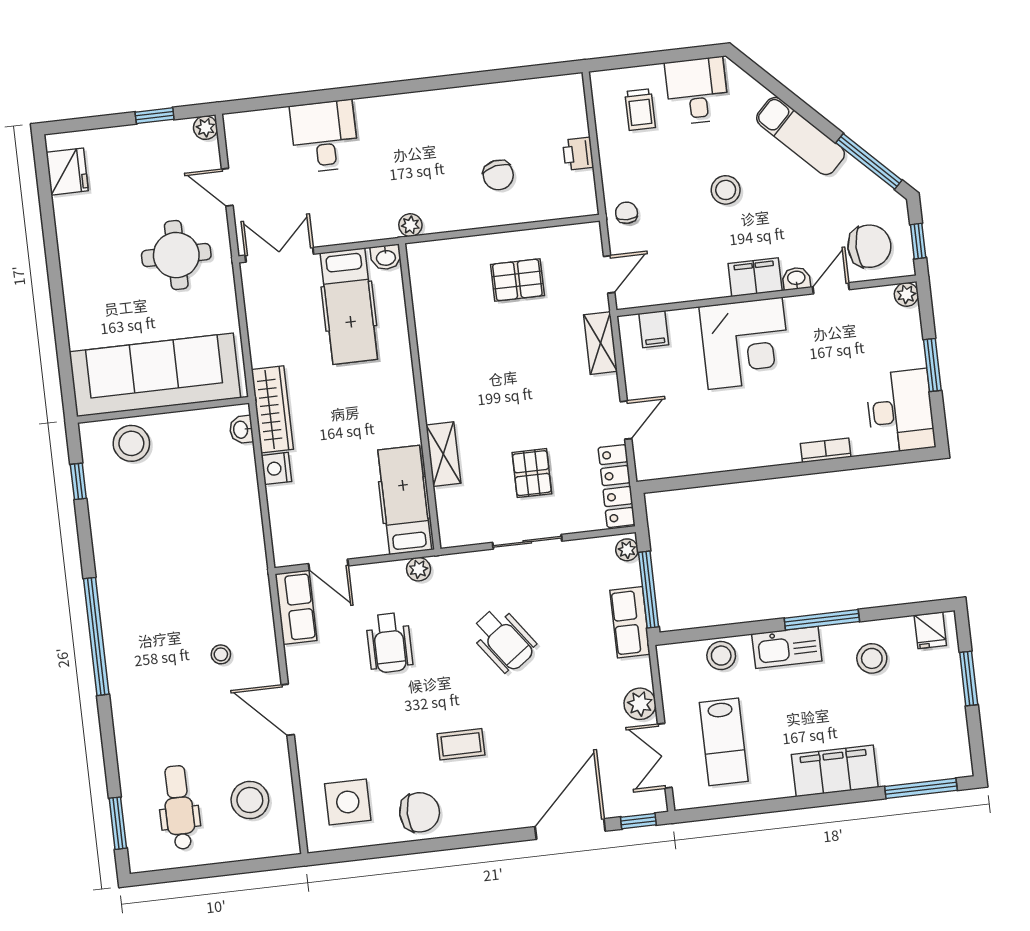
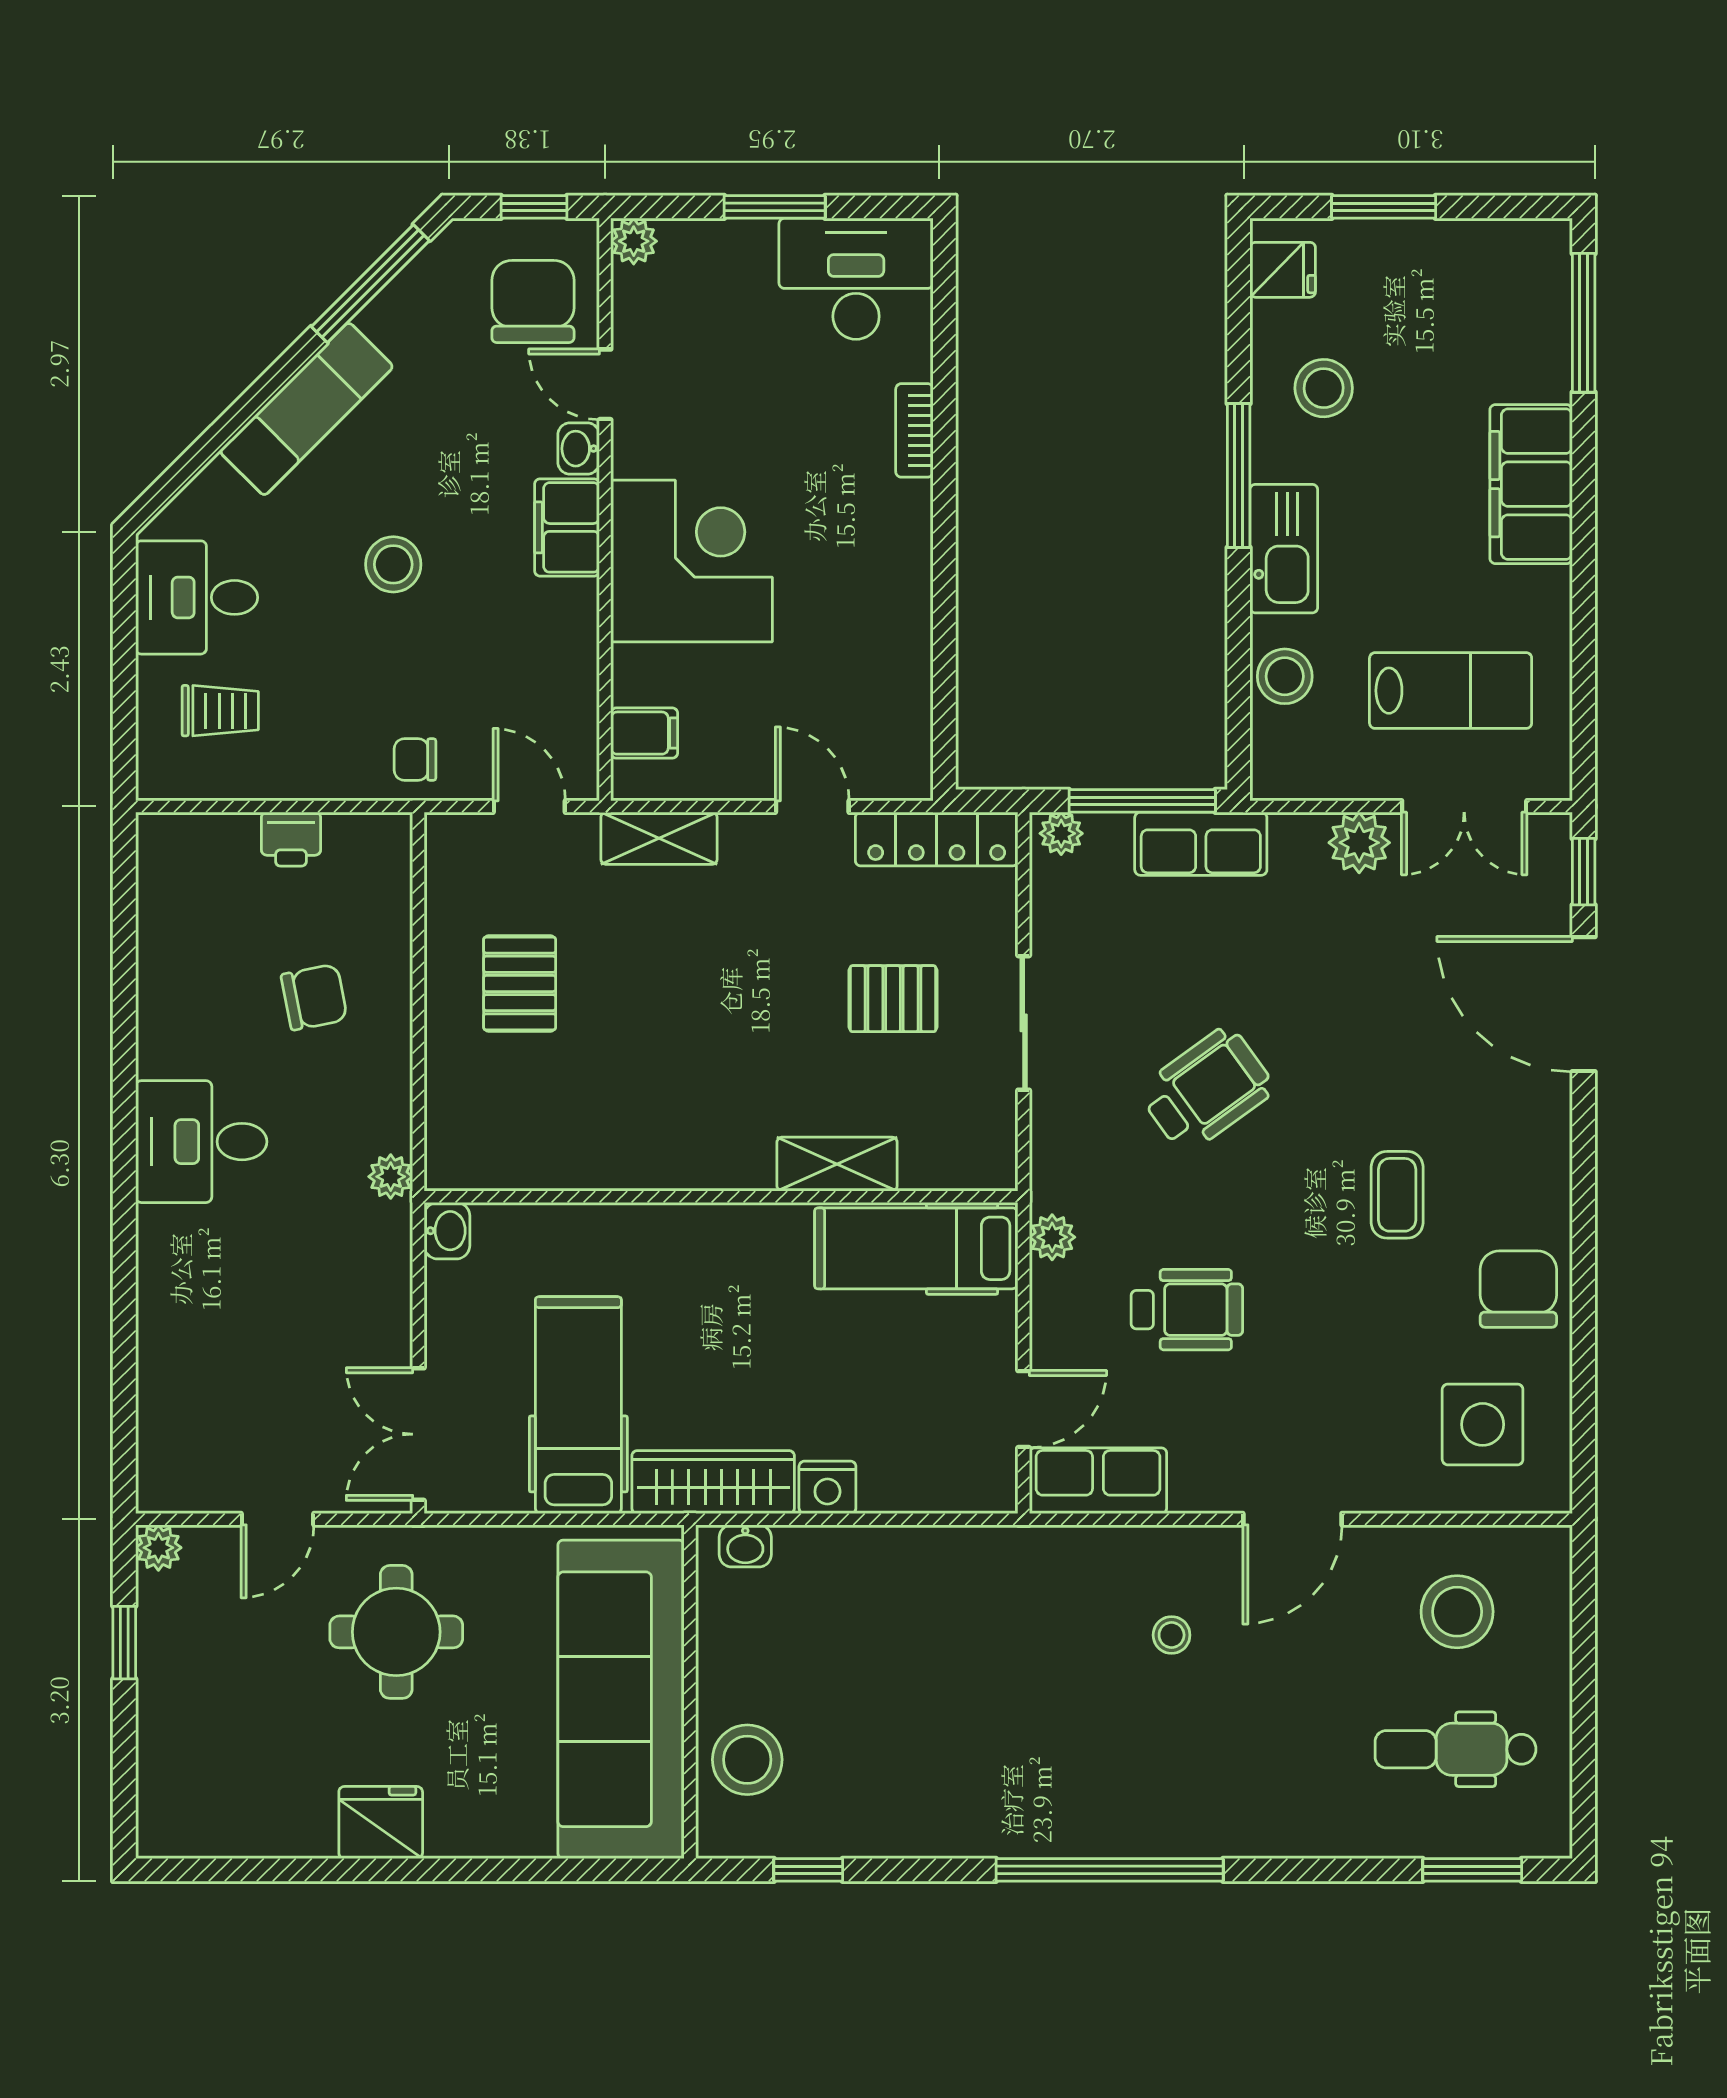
desk: (324, 136) -> (201, 1142), moved
fridge: (67, 172) -> (381, 1822), moved
hospital bed: (349, 306) -> (578, 1405), moved, turned -90

